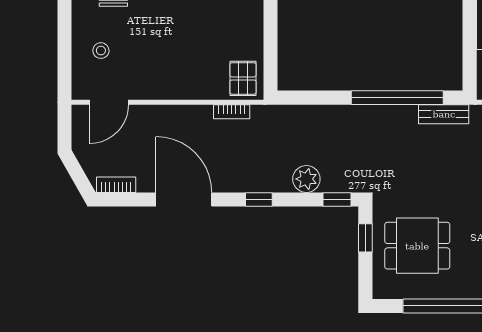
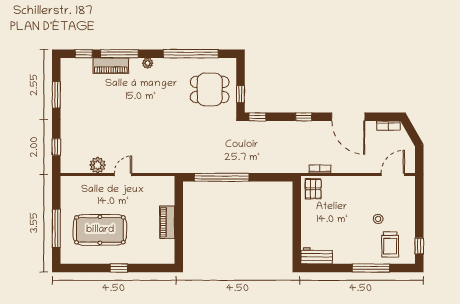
stool: (101, 51) -> (378, 219), moved
bench: (444, 114) -> (194, 168), removed
plant: (306, 179) -> (276, 129), removed

